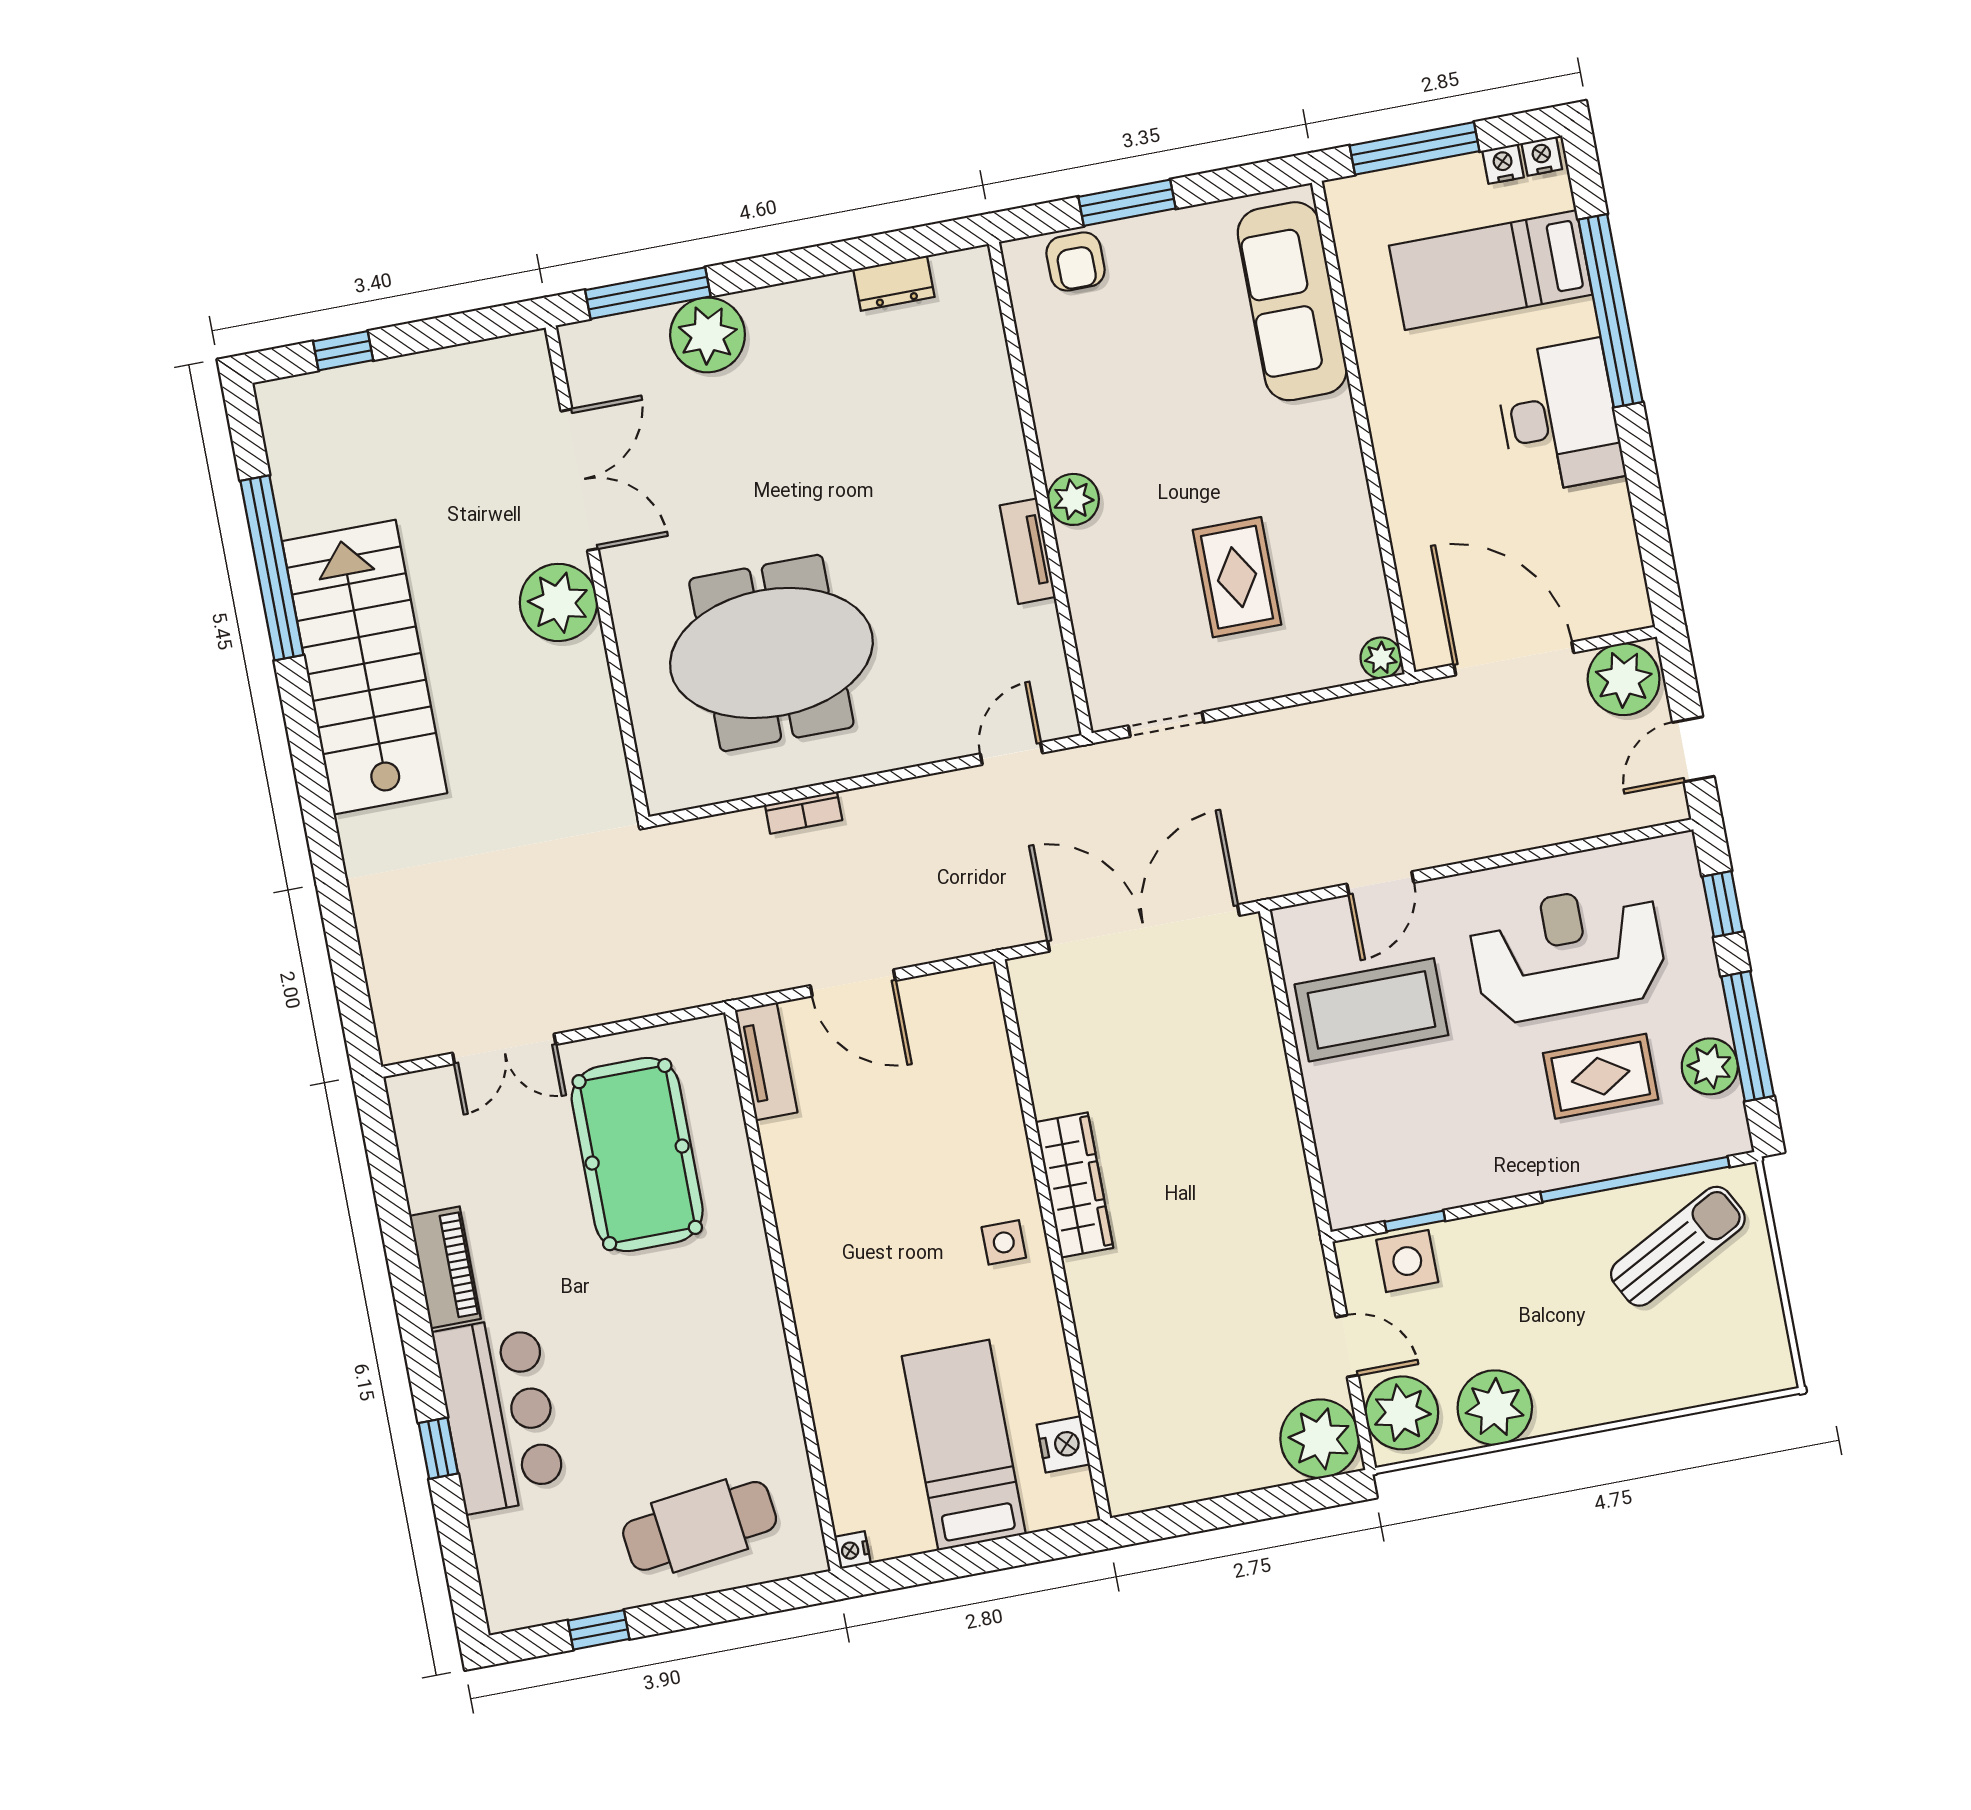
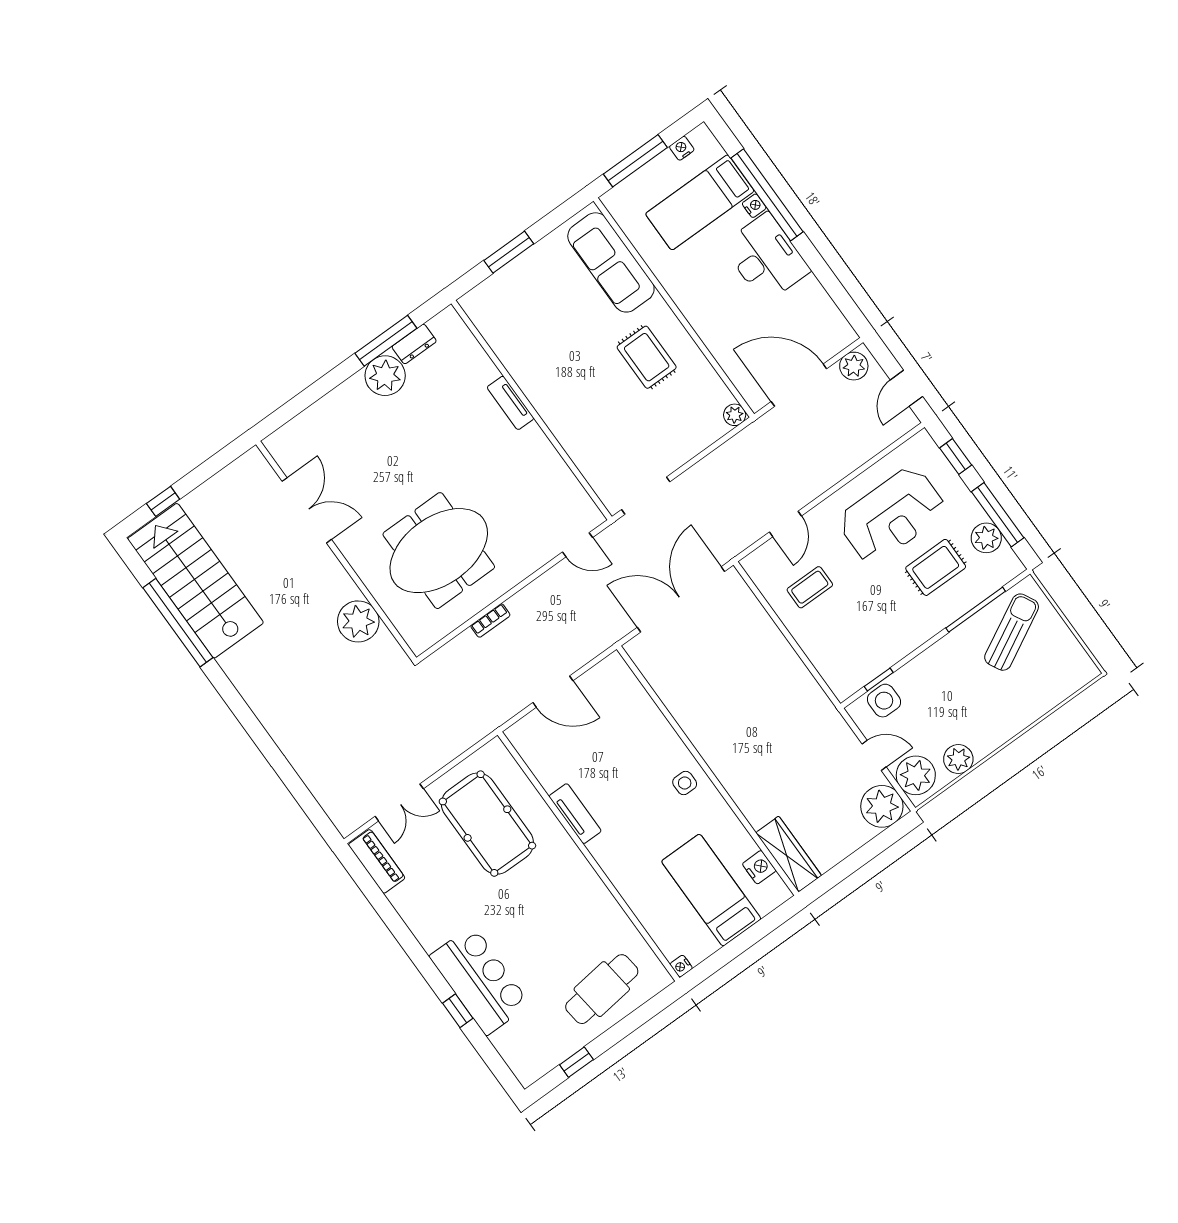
nightstand: (1542, 156) -> (754, 206), moved, turned 90
armchair: (1076, 262) -> (497, 292), removed
window: (648, 293) -> (386, 341), moved
plant: (708, 335) -> (385, 376), moved
plant: (1073, 499) -> (550, 408), removed
tv unit: (1028, 551) -> (510, 403), moved
rug: (1237, 577) -> (647, 357), moved
plant: (558, 602) -> (358, 621), moved
stairs: (365, 667) -> (196, 581), moved
plant: (1624, 679) -> (854, 366), width x0.73, depth x0.73
doorway: (1166, 724) -> (646, 496), width x1.38
door: (1011, 753) -> (578, 545), swing flipped
reception desk: (1568, 953) -> (892, 515), turned 180
coffee table: (1371, 1010) -> (810, 587), width x0.54, depth x0.58
tv unit: (766, 1061) -> (575, 814), moved
window: (1635, 1179) -> (976, 610), width x0.68
wardrobe: (1074, 1185) -> (789, 854), moved
piano: (445, 1267) -> (377, 861), moved
plant: (1495, 1408) -> (958, 759), width x0.73, depth x0.73

